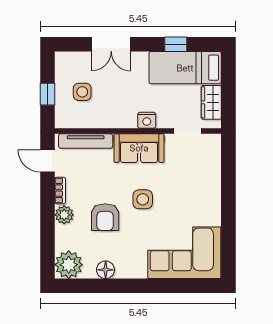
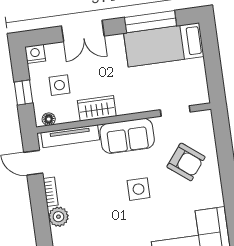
window: (176, 44) -> (151, 22), width x2.17
wardrobe: (211, 102) -> (97, 108), moved, turned 90
nightstand: (147, 120) -> (35, 54), moved, turned 180
floor lamp: (68, 122) -> (49, 119), added
armchair: (105, 217) -> (186, 162), moved, turned -52

